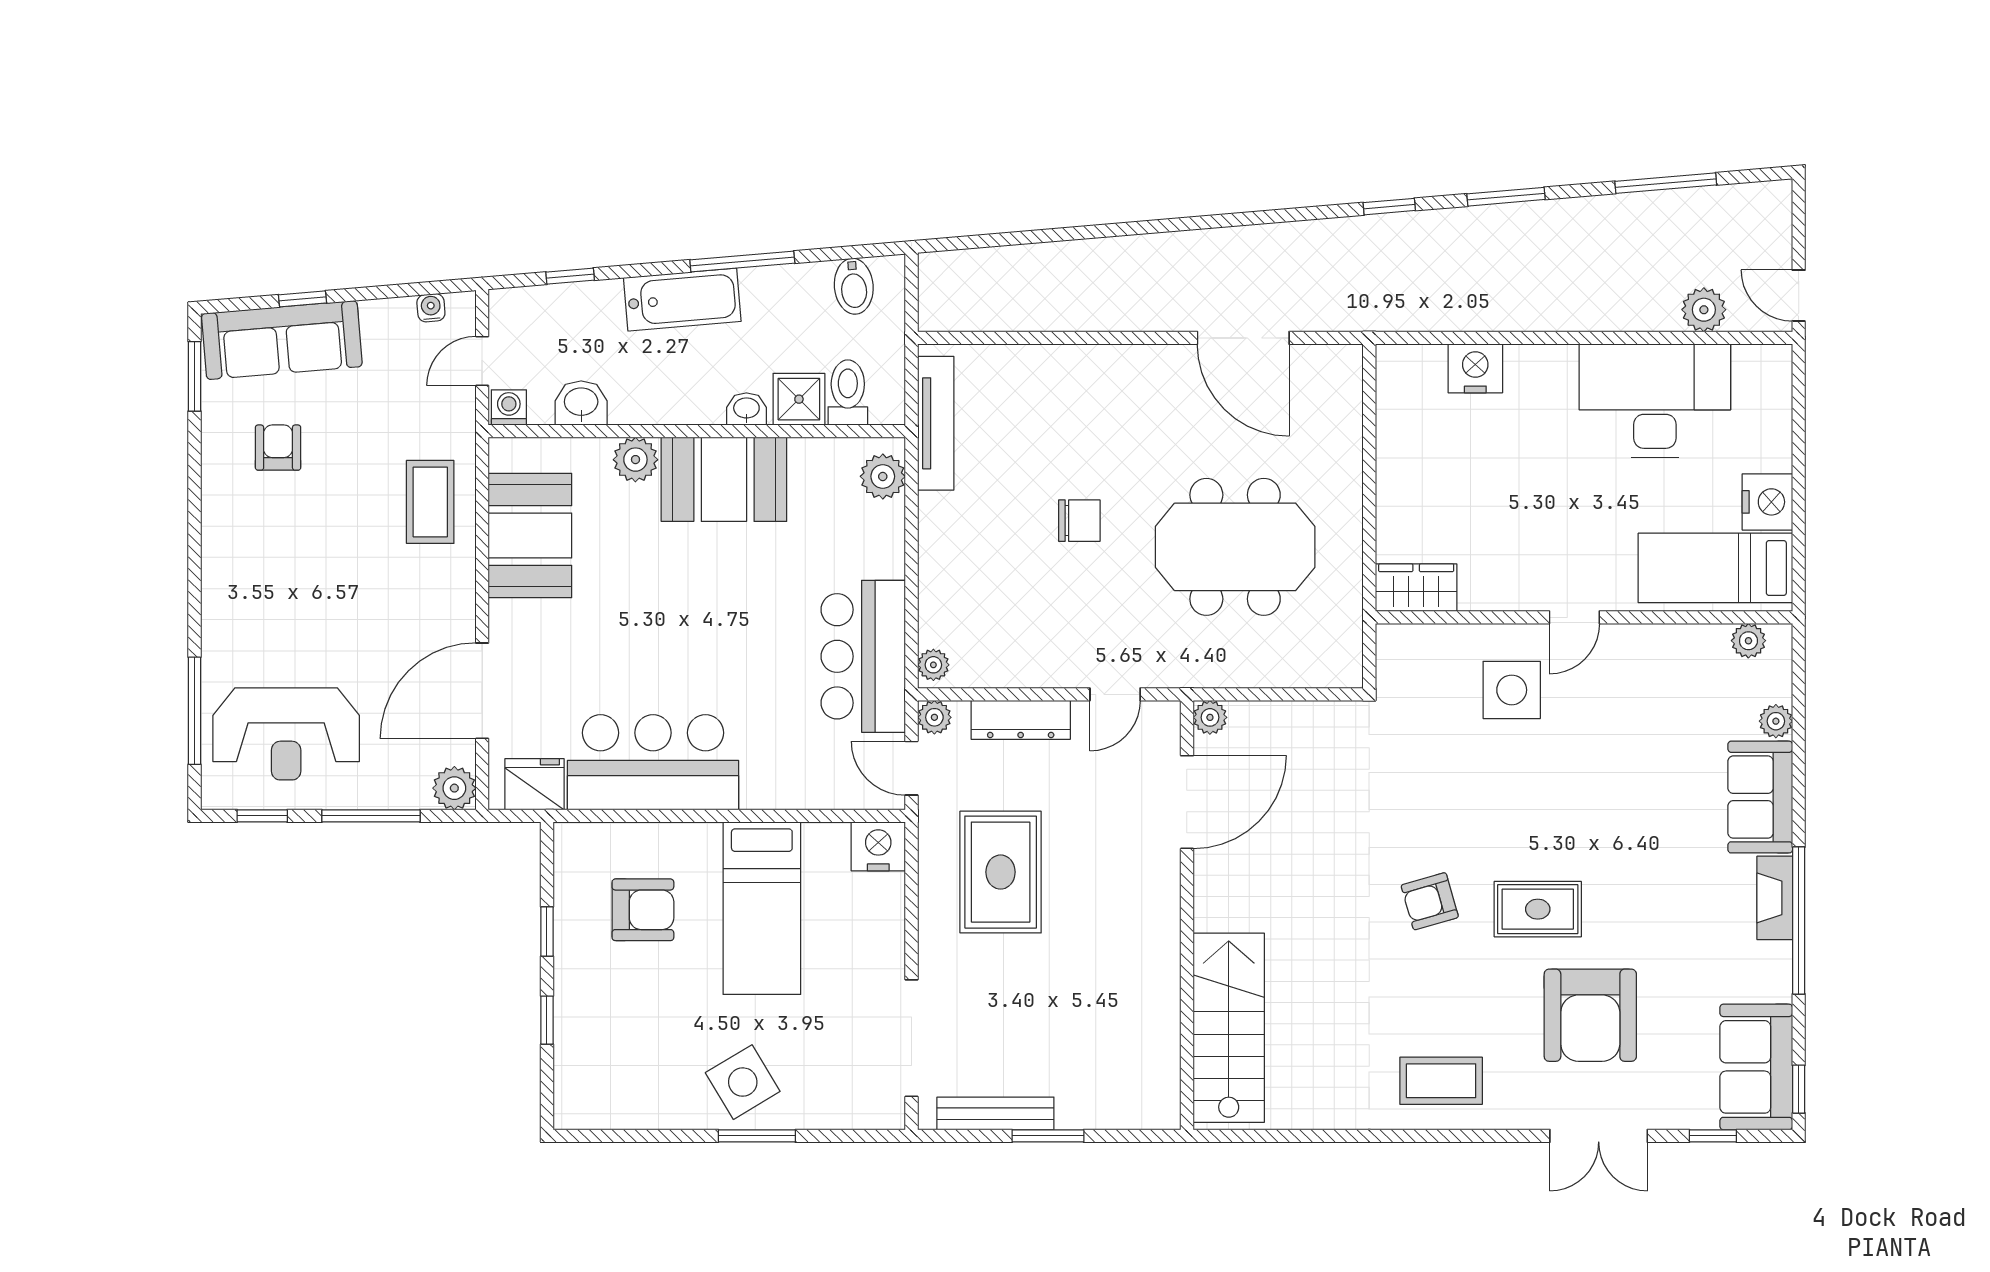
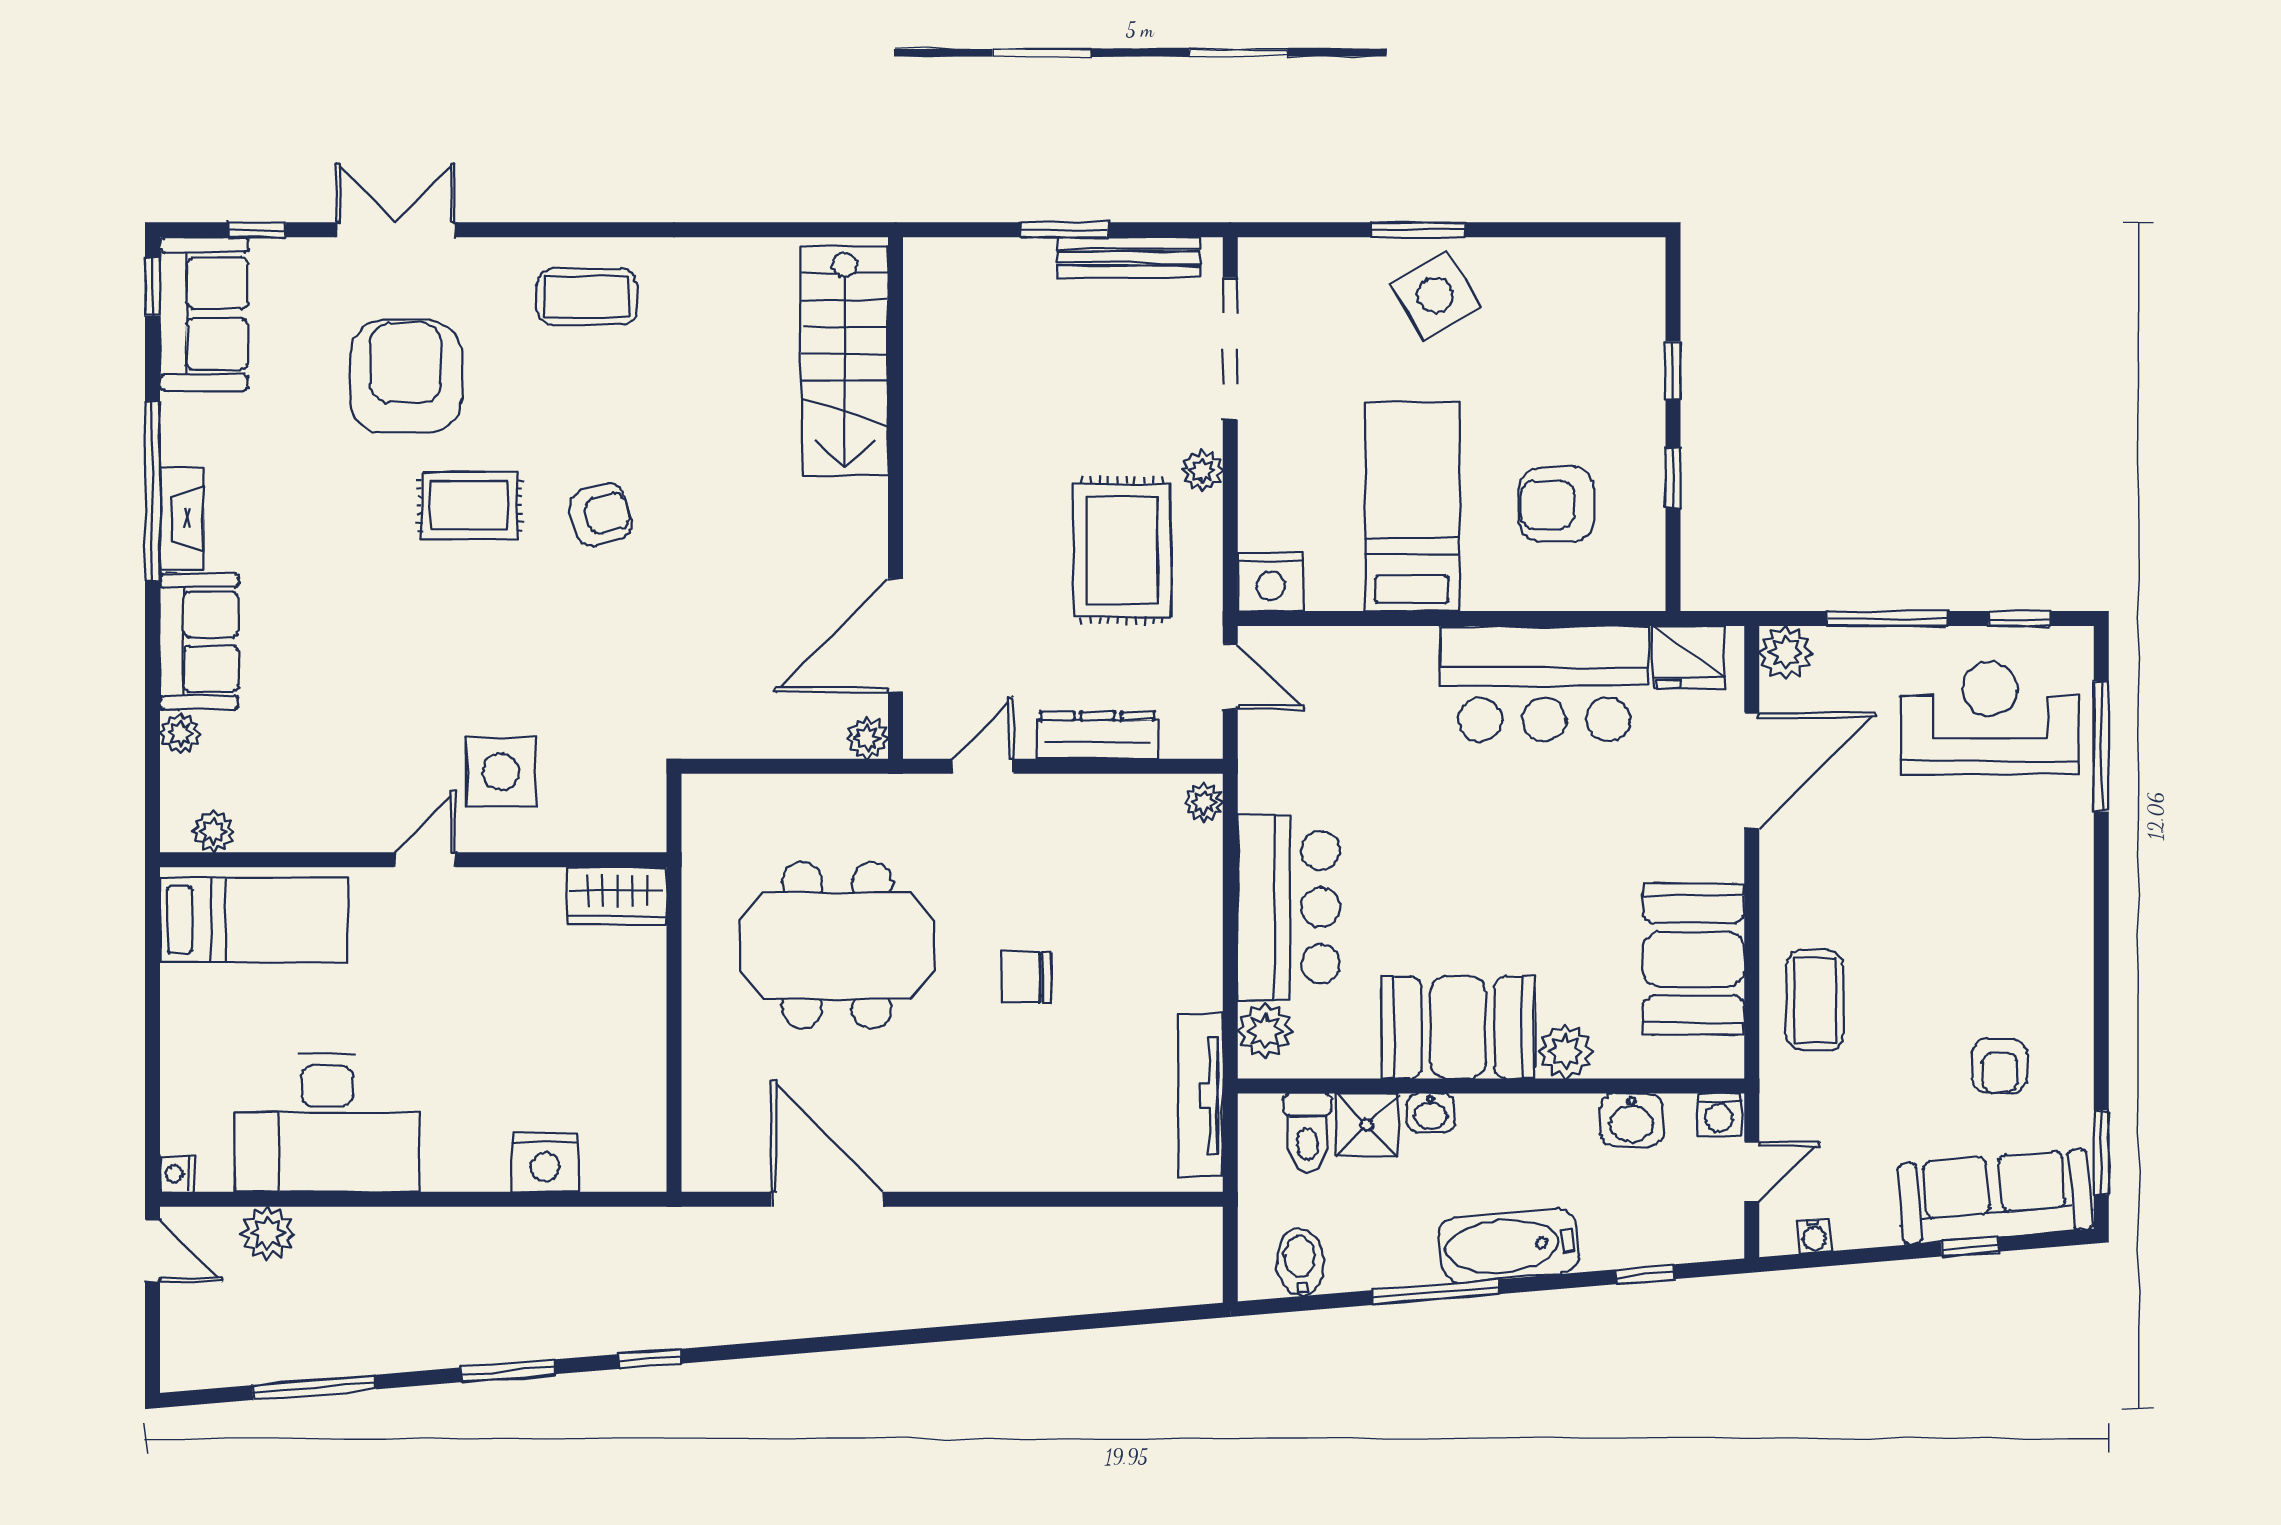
nightstand: (1767, 502) -> (177, 1174), moved, width x0.53, depth x0.56
bar counter: (863, 656) -> (1289, 907), moved
plant: (934, 717) -> (1202, 471), moved

